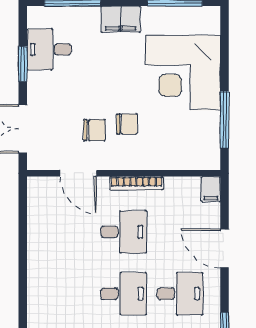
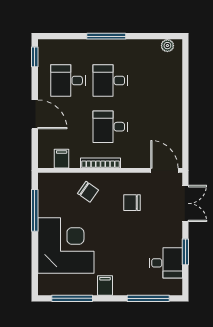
filing cabinet: (121, 19) -> (105, 285), width x0.50
chair: (127, 124) -> (88, 192), moved, turned -145
door: (78, 173) -> (164, 170), moved
filing cabinet: (211, 189) -> (62, 159), moved

